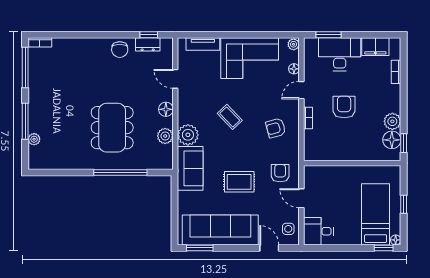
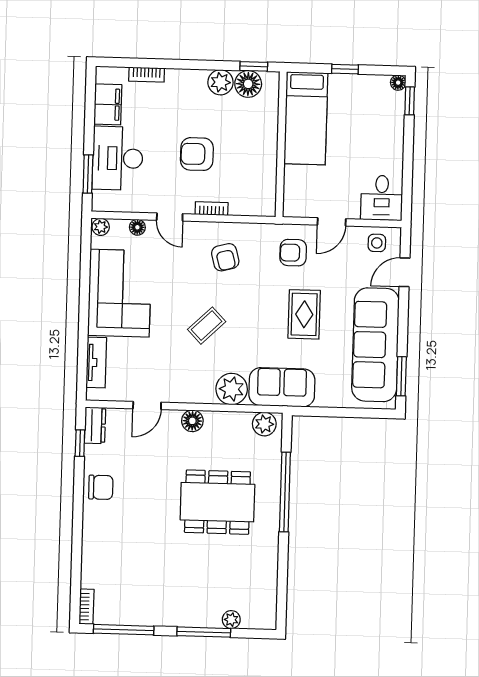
dresser: (148, 44) -> (95, 425), moved
plant: (165, 136) -> (264, 424), moved
bed: (376, 214) -> (306, 118), moved, turned -90

